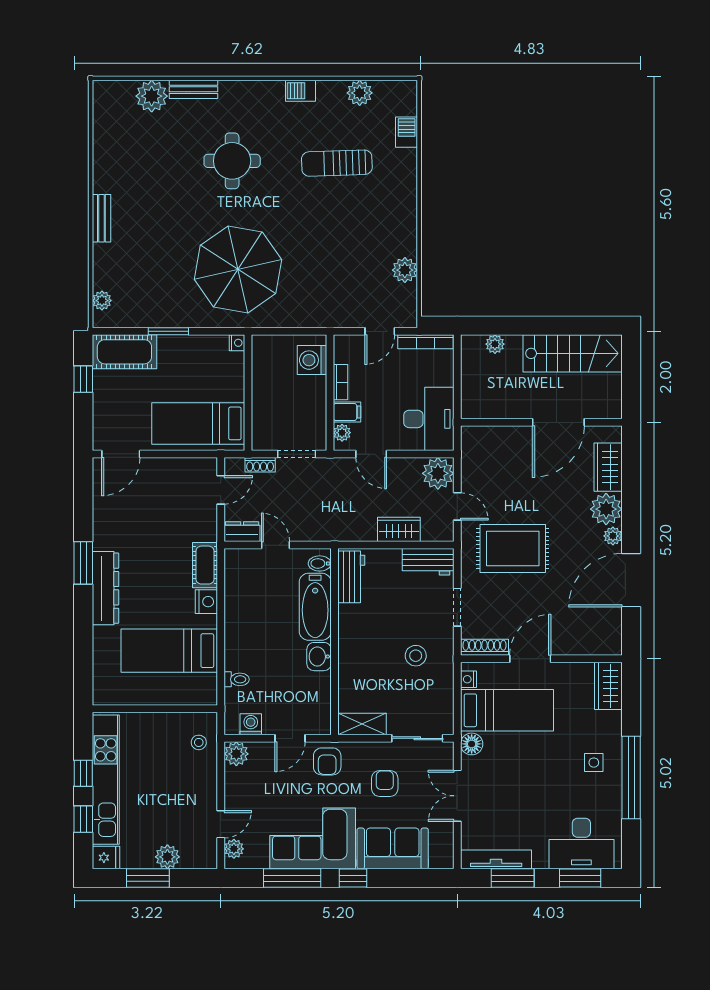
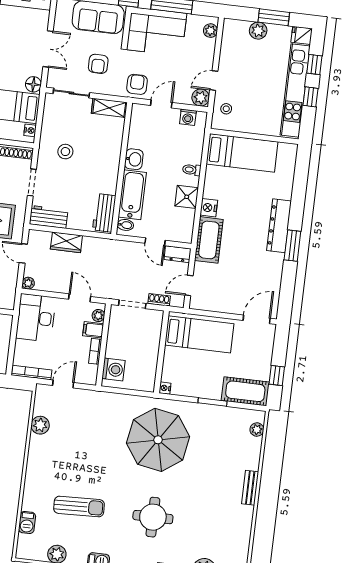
plant: (438, 473) -> (28, 283), width x0.53, depth x0.53
cot: (205, 565) -> (209, 240), width x1.37, depth x1.34
shower: (239, 613) -> (187, 197), added
bed: (169, 651) -> (242, 153), moved
toilet: (237, 679) -> (192, 170), moved
door: (221, 824) -> (214, 81), moved

